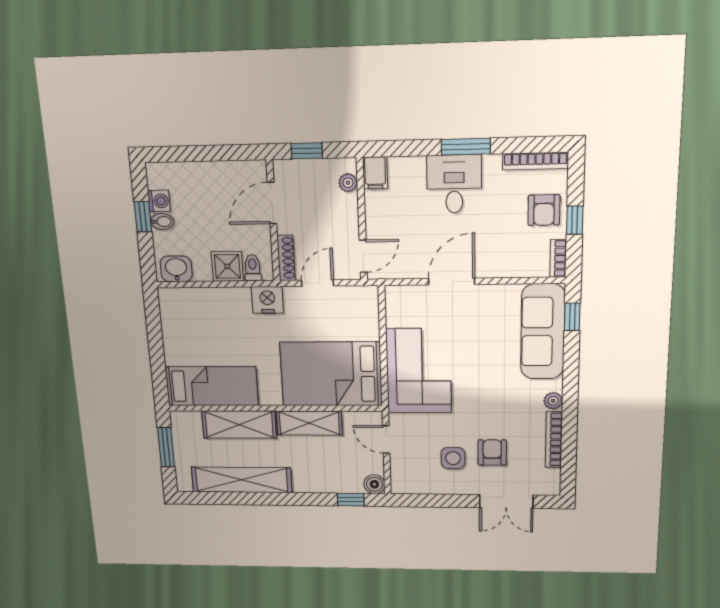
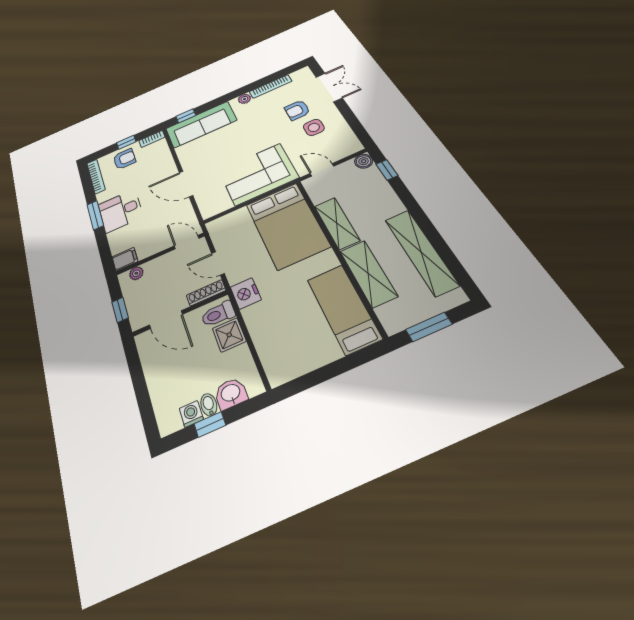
toilet: (253, 268) -> (218, 314), width x1.37, depth x1.39
washbasin: (176, 269) -> (231, 393), moved, turned 90
door: (386, 439) -> (322, 170), swing flipped

